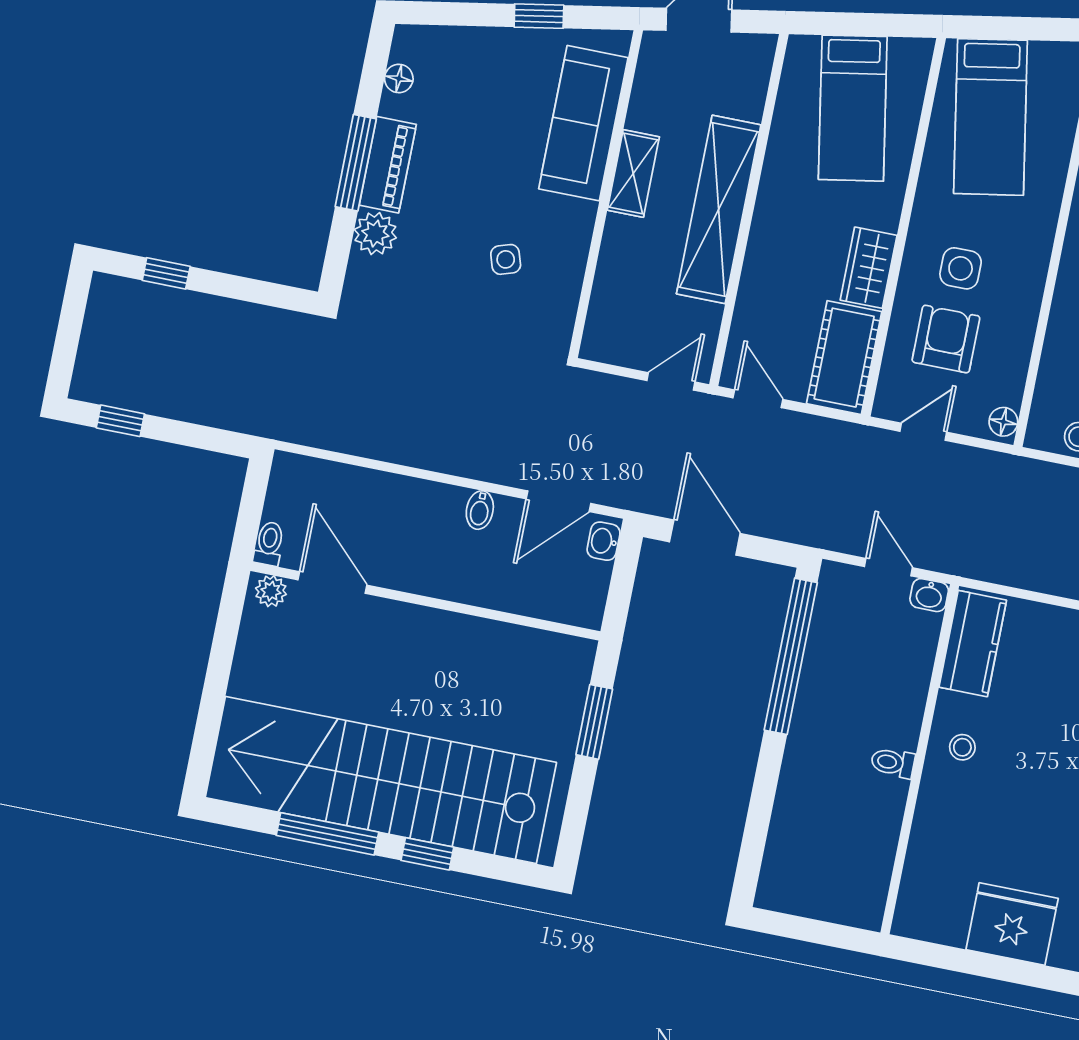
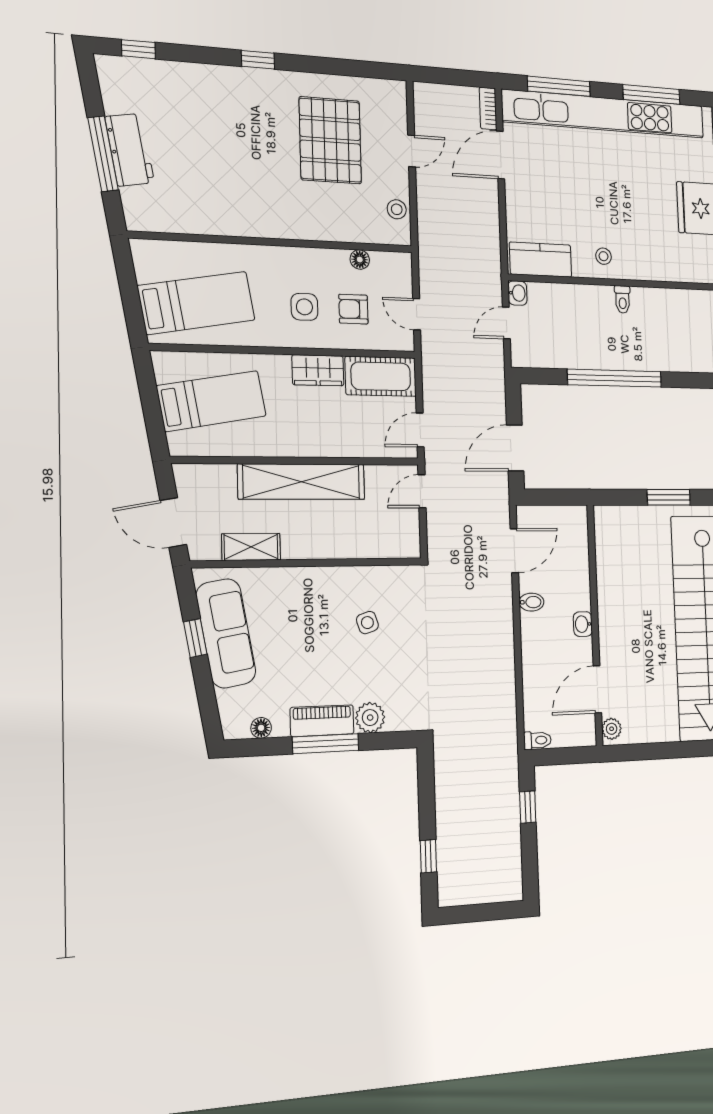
sofa: (583, 123) -> (226, 633), moved, turned -100
shelving: (633, 173) -> (251, 547), moved
armchair: (946, 339) -> (353, 309), width x0.72, depth x0.72
door: (671, 381) -> (422, 491), hinge flipped
window: (120, 421) -> (528, 807), moved
floor lamp: (1003, 422) -> (360, 260), moved
door: (558, 501) -> (514, 551), hinge flipped
washbasin: (604, 541) -> (583, 624), moved, turned 90
toilet: (269, 544) -> (537, 740), moved, turned 180
window: (791, 656) -> (615, 378), moved
window: (594, 722) -> (669, 497), moved

